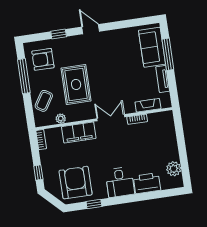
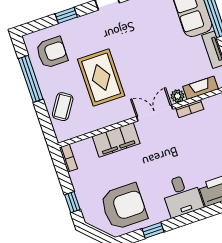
armchair: (43, 59) -> (52, 52), turned 180
plant: (61, 119) -> (177, 96), moved
armchair: (76, 183) -> (124, 207), turned 90

